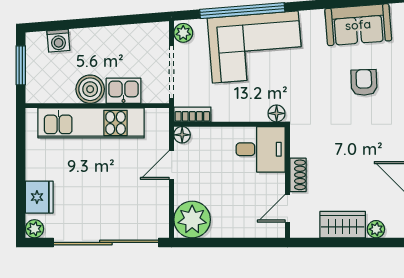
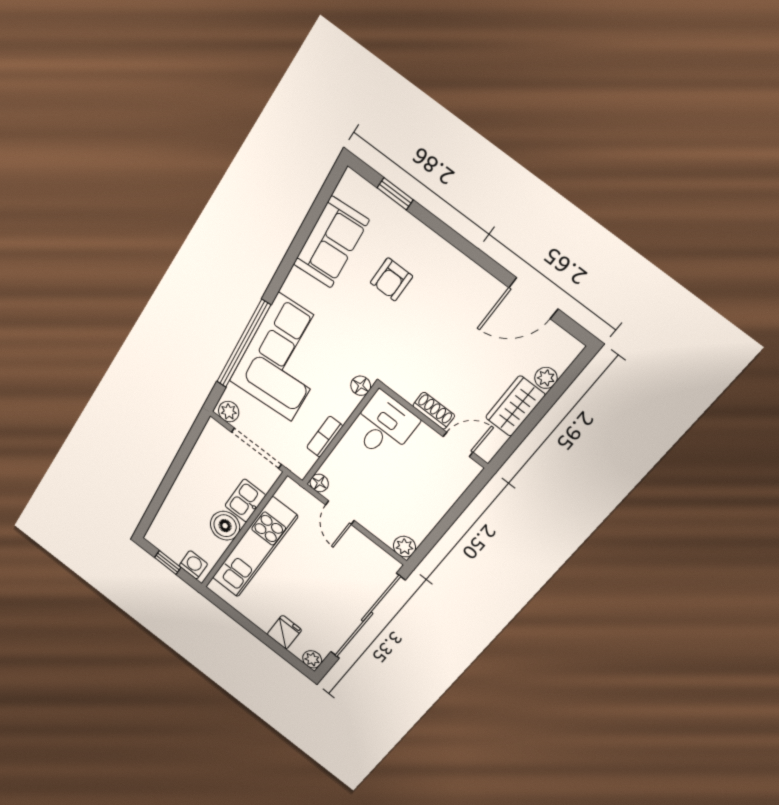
washing machine: (58, 41) -> (193, 565), moved, turned -85
window: (21, 65) -> (168, 562), width x0.67
armchair: (364, 82) -> (391, 279), turned -88
bookcase: (192, 114) -> (325, 437), moved
fridge: (39, 197) -> (284, 632), width x0.72
door: (287, 208) -> (458, 444), swing flipped
plant: (192, 220) -> (404, 547), width x0.53, depth x0.53

